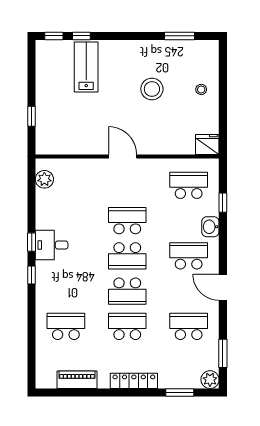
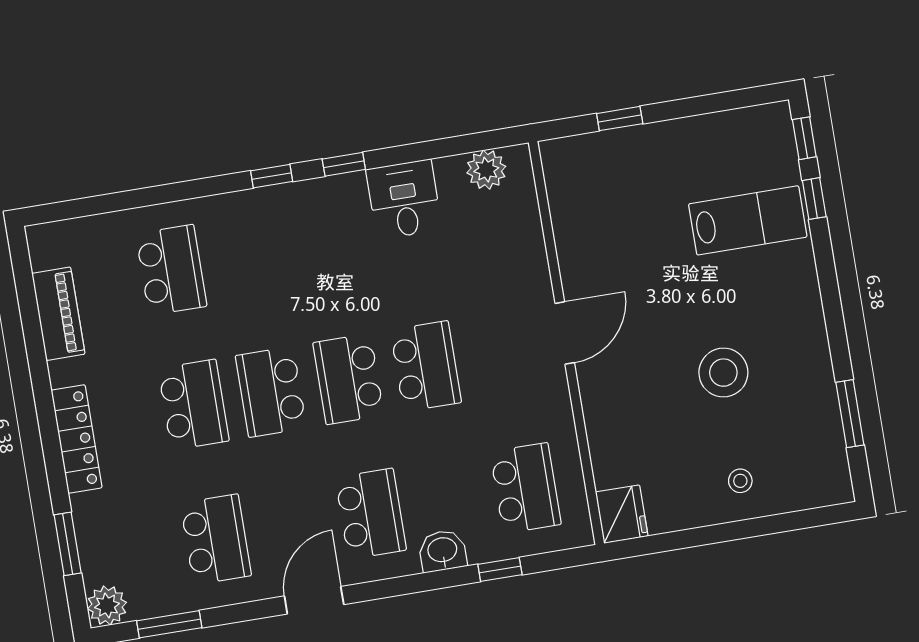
desk: (52, 245) -> (404, 199), moved

